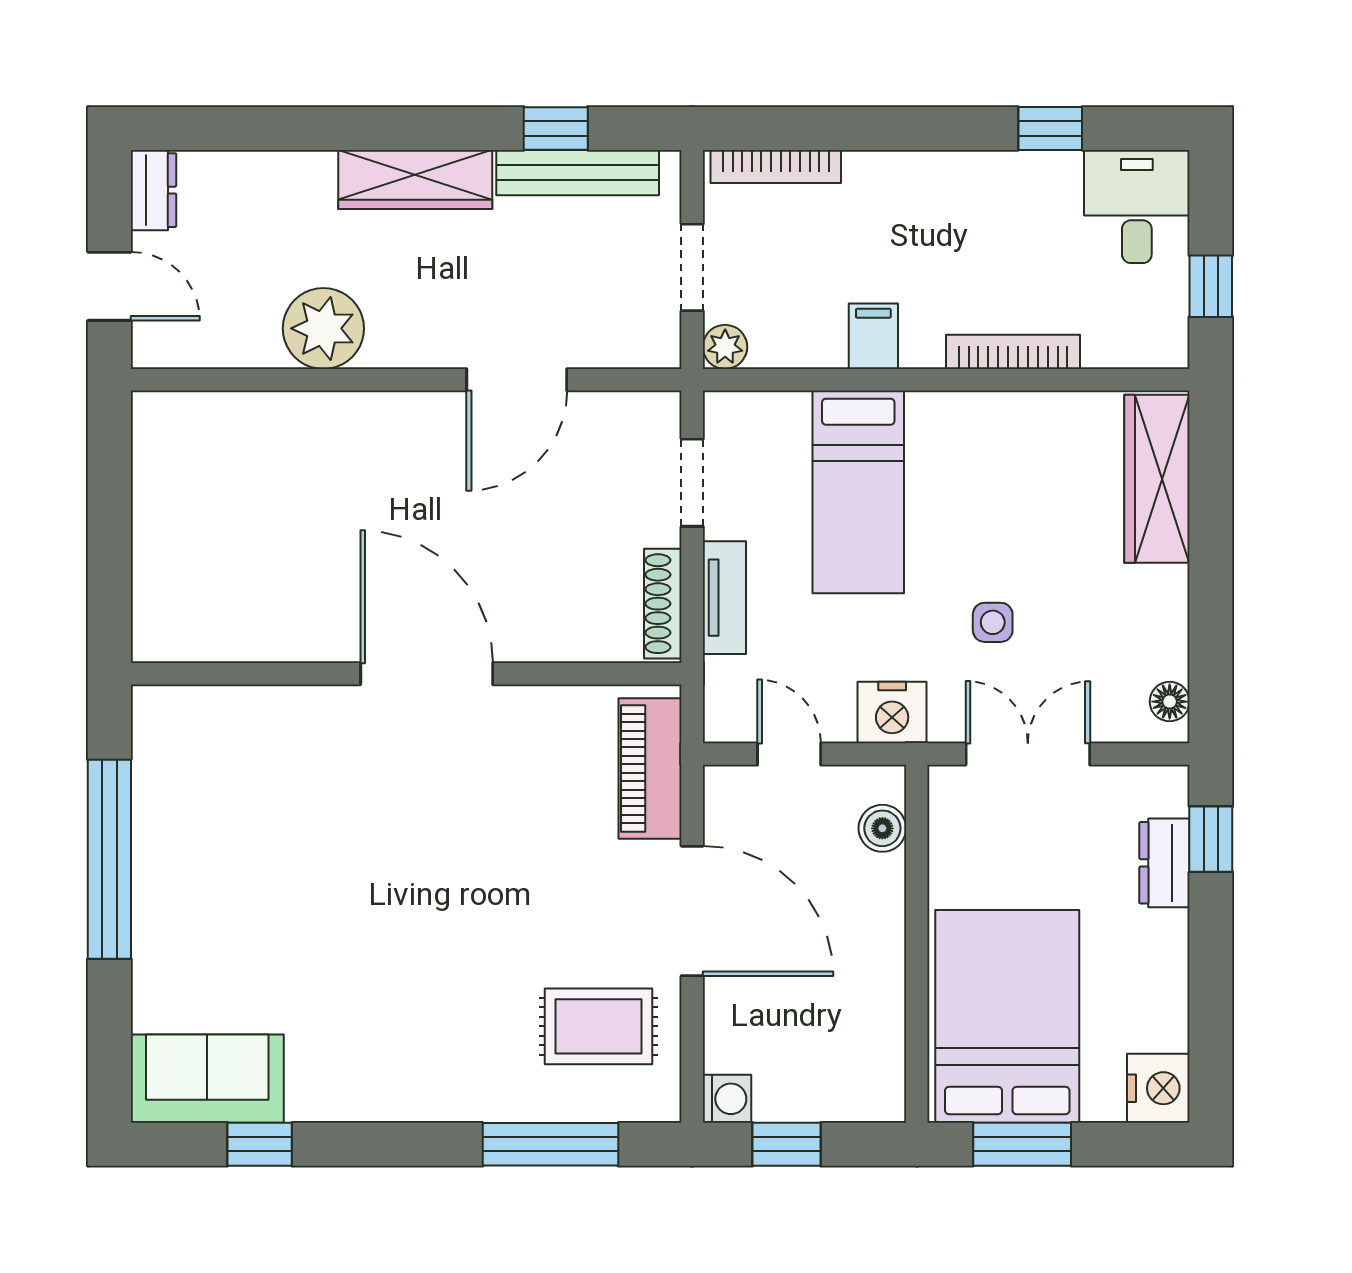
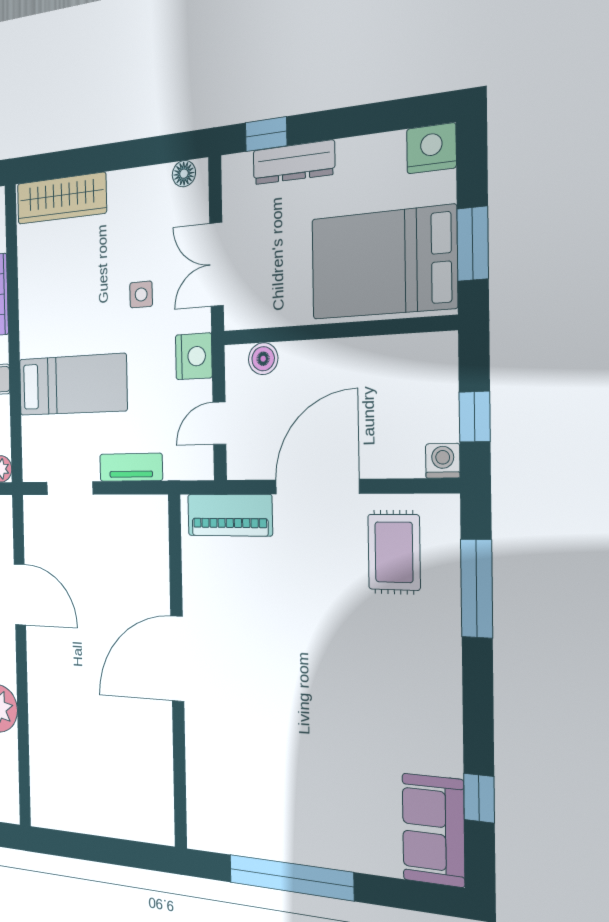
shoe rack: (663, 604) -> (135, 507), removed
dresser: (1164, 863) -> (294, 162), width x1.44

